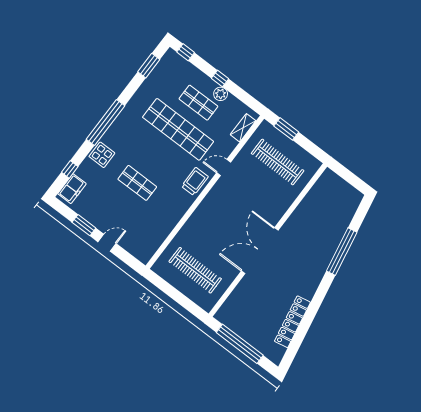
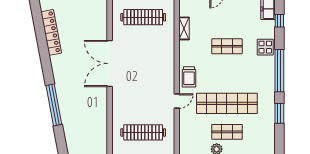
window: (149, 66) -> (279, 113), moved
shelving: (243, 128) -> (184, 28), moved
double door: (260, 251) -> (110, 64), swing flipped

